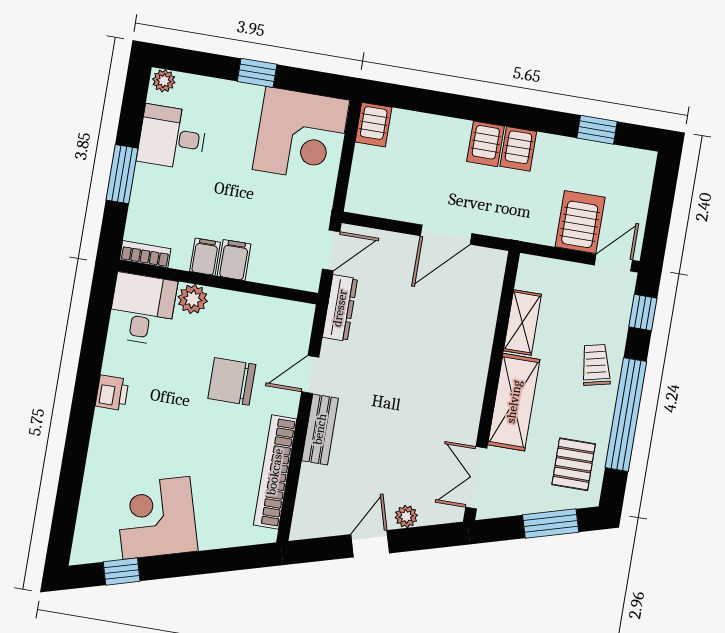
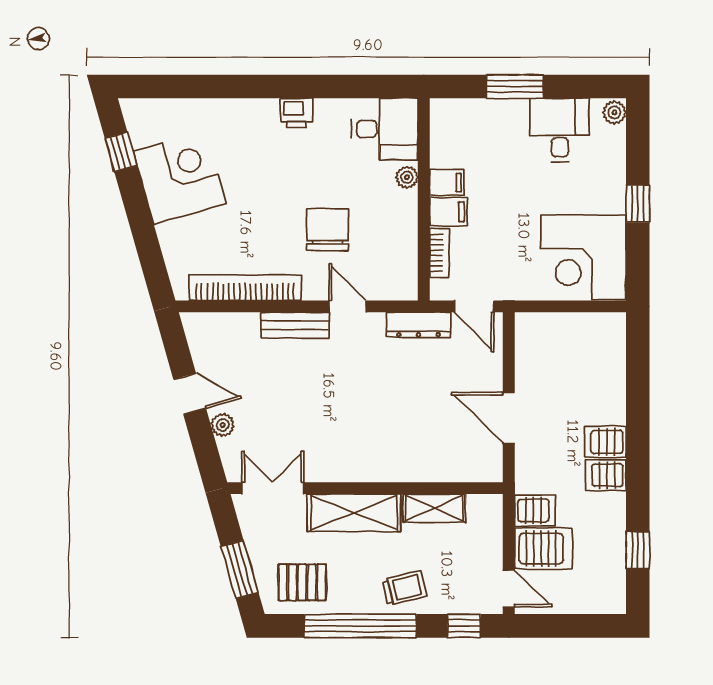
server rack: (373, 125) -> (535, 510), moved, turned 180
bookcase: (145, 254) -> (439, 253), moved
plant: (193, 299) -> (407, 177), width x0.73, depth x0.73

